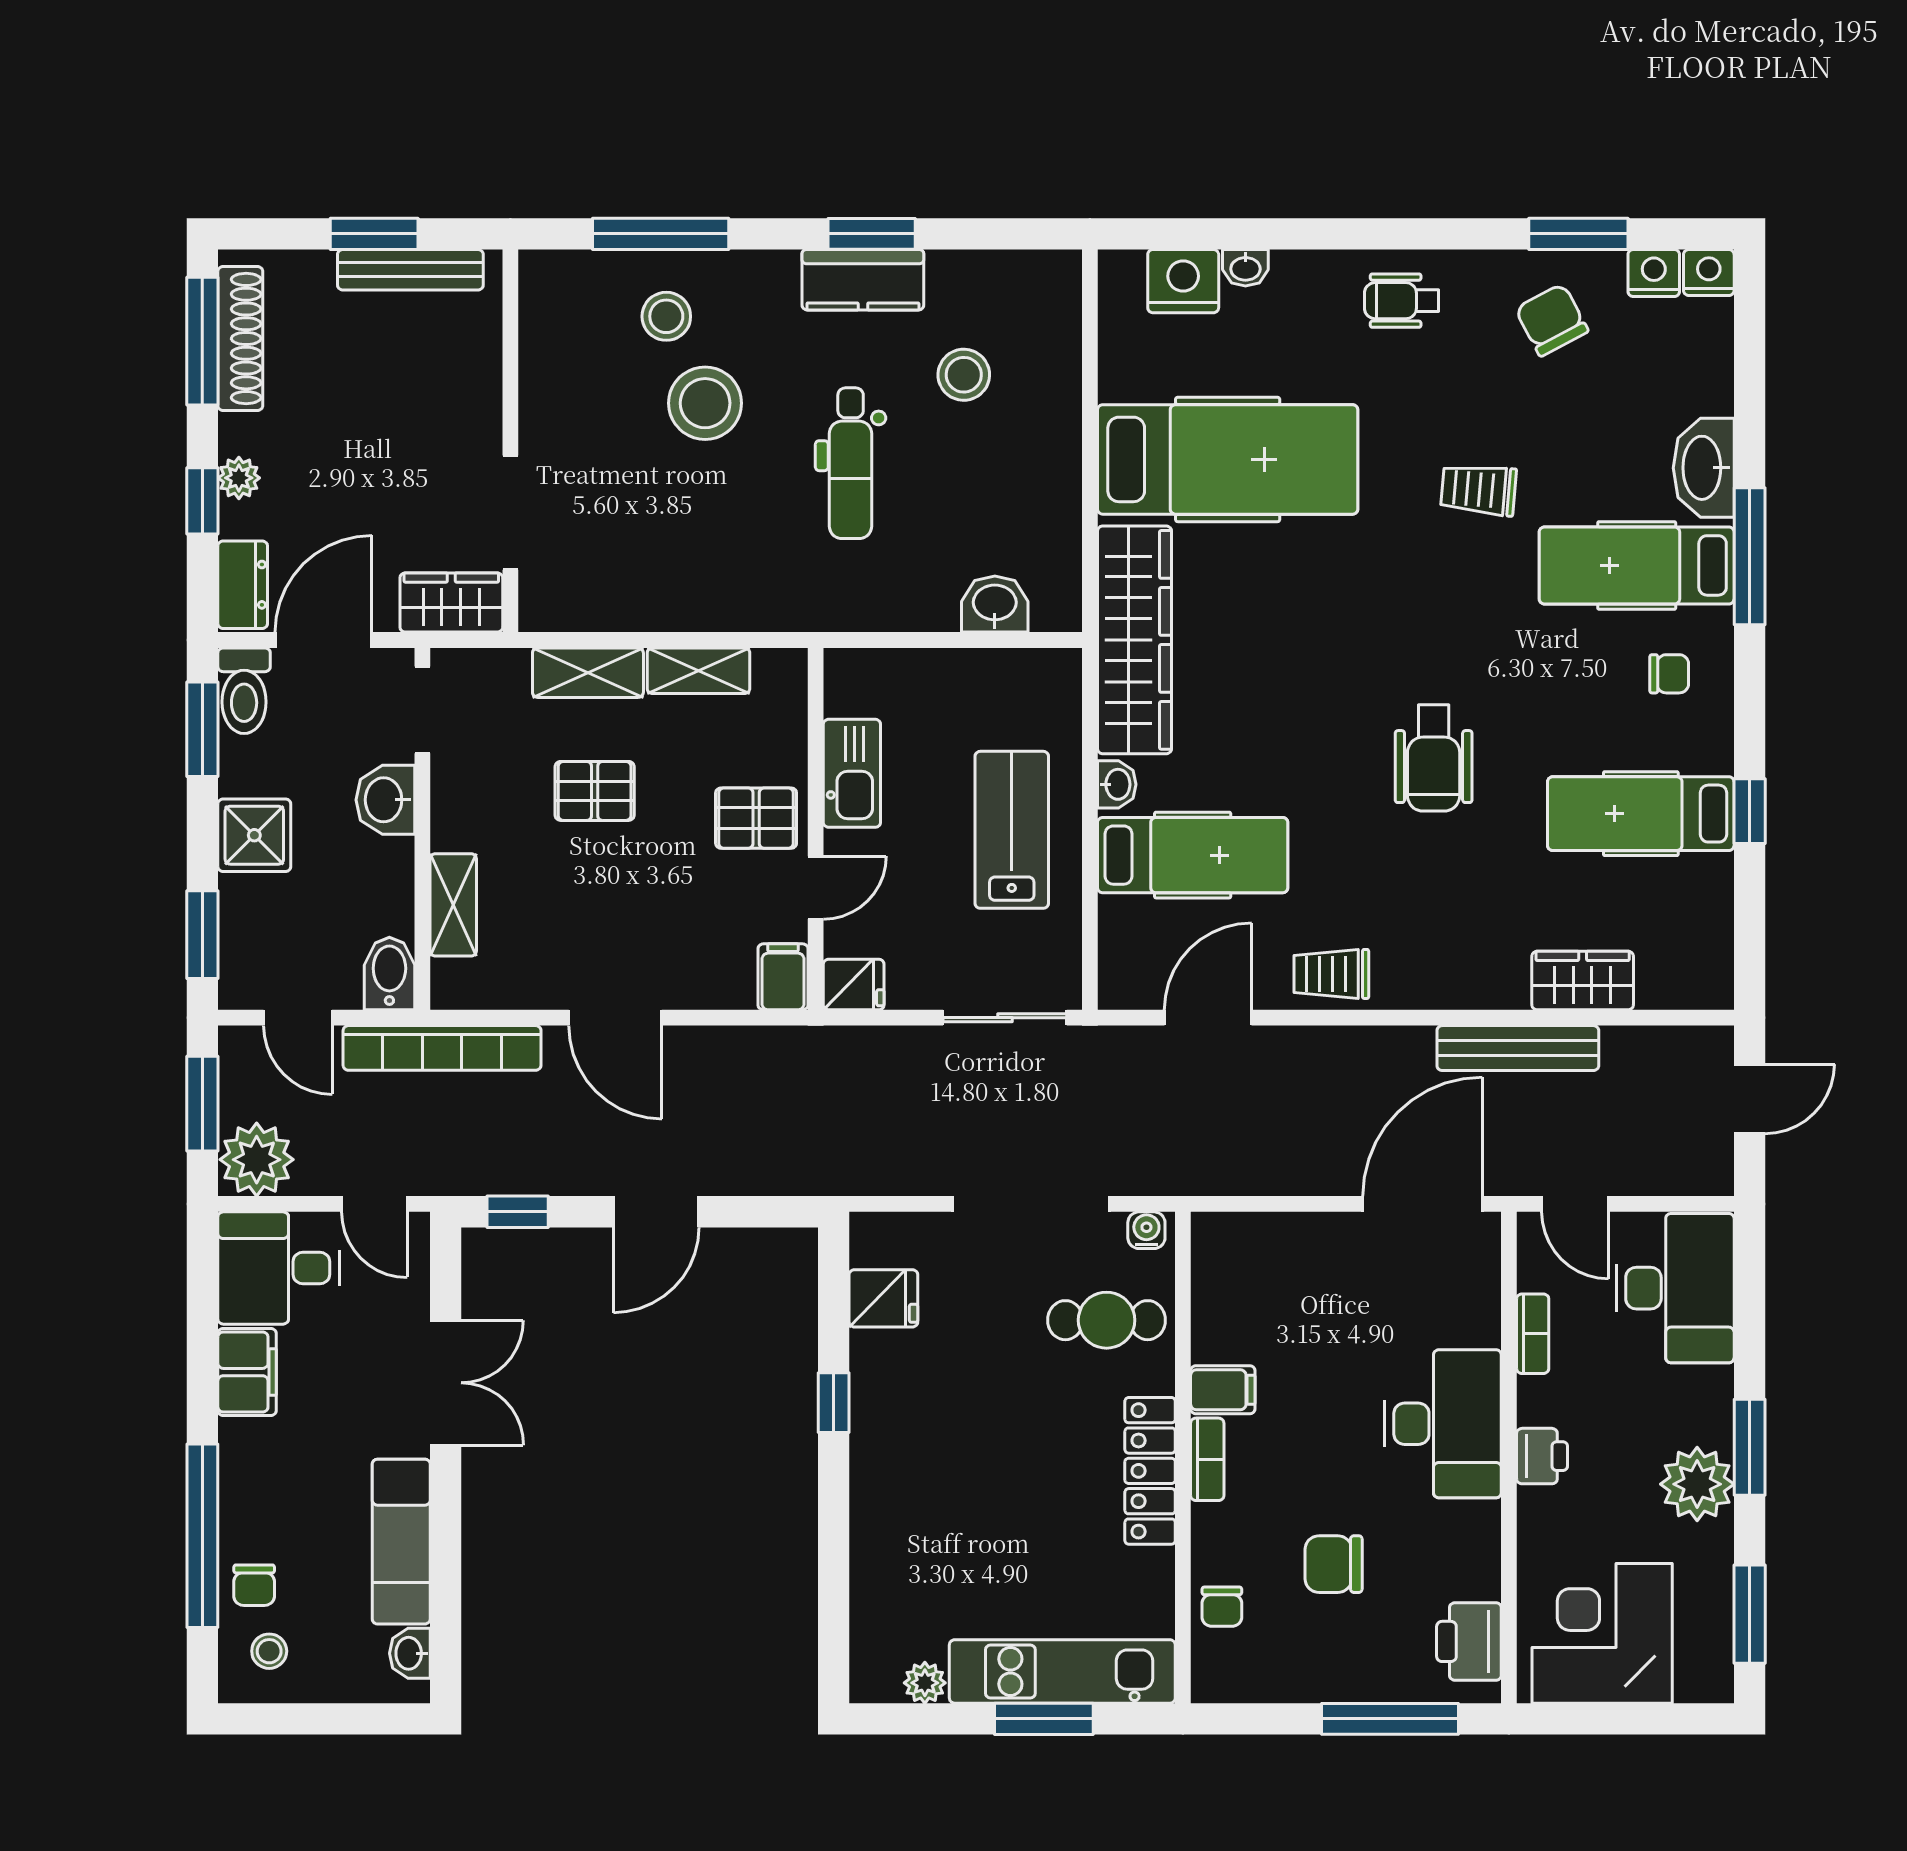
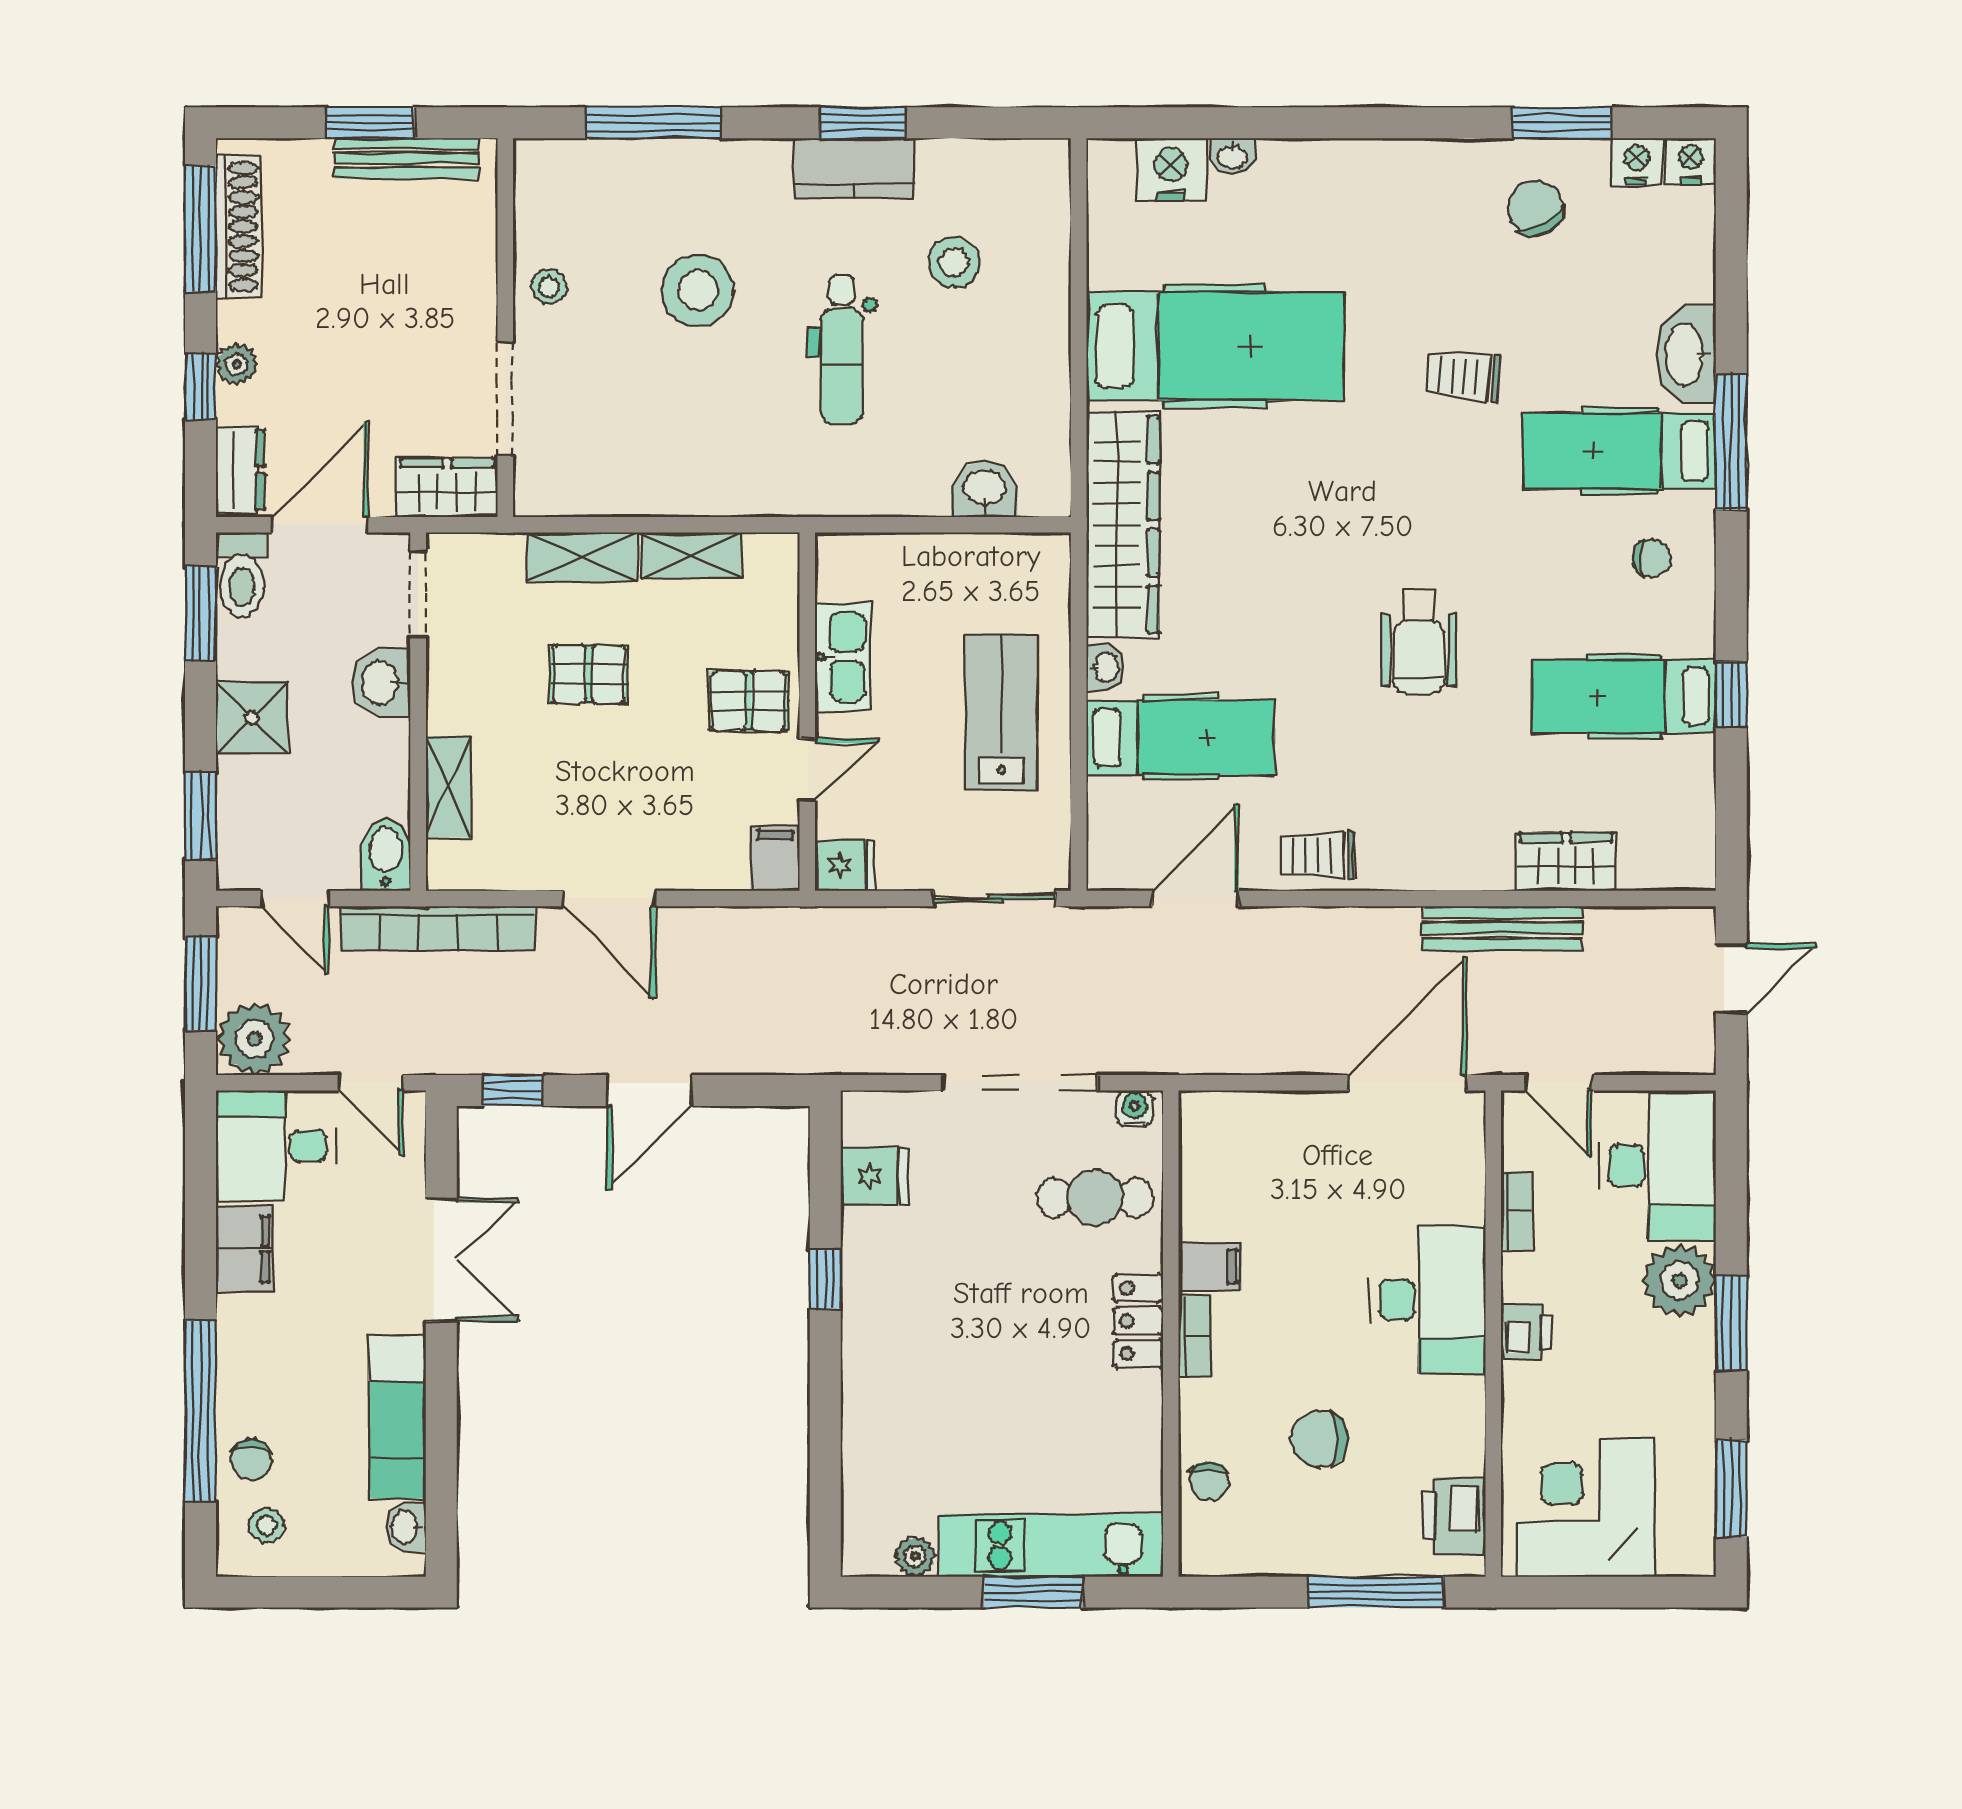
wheelchair: (1402, 301) -> (1387, 189), removed
stool: (666, 316) -> (549, 287), moved, width x0.73, depth x0.73
locker: (1150, 1471) -> (1138, 1321), width x0.66
plant: (1697, 1484) -> (1679, 1281), moved

